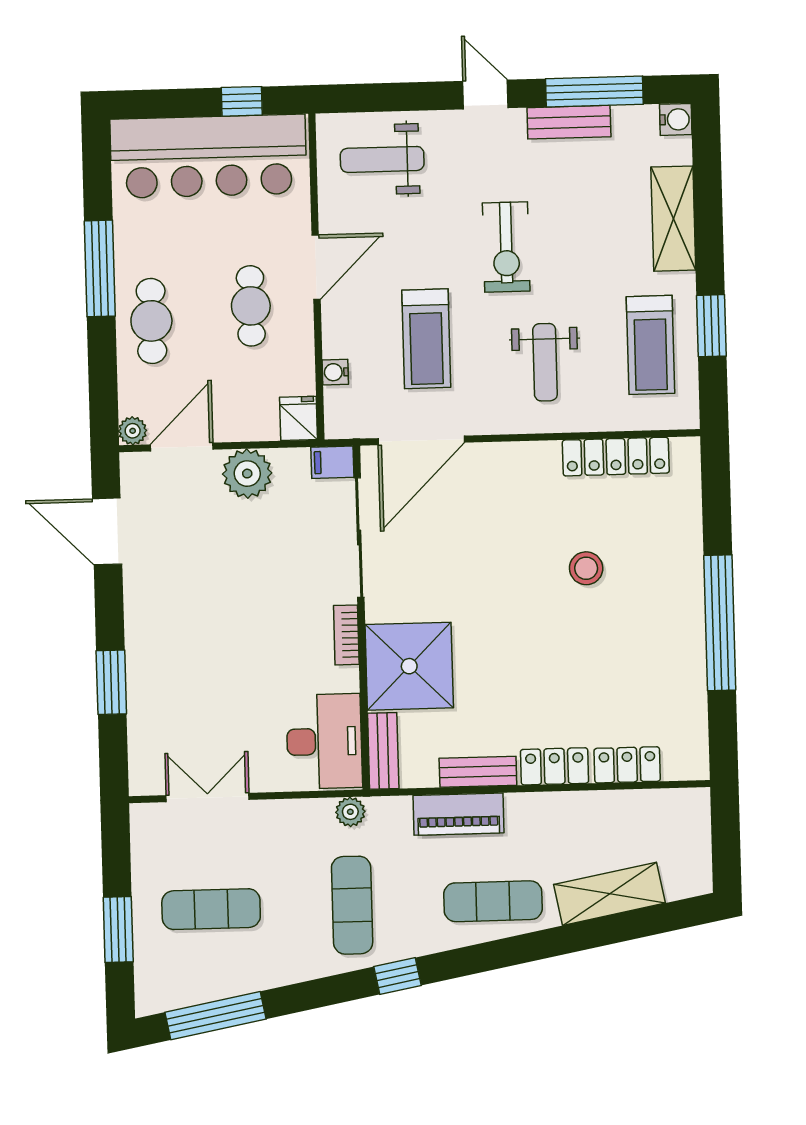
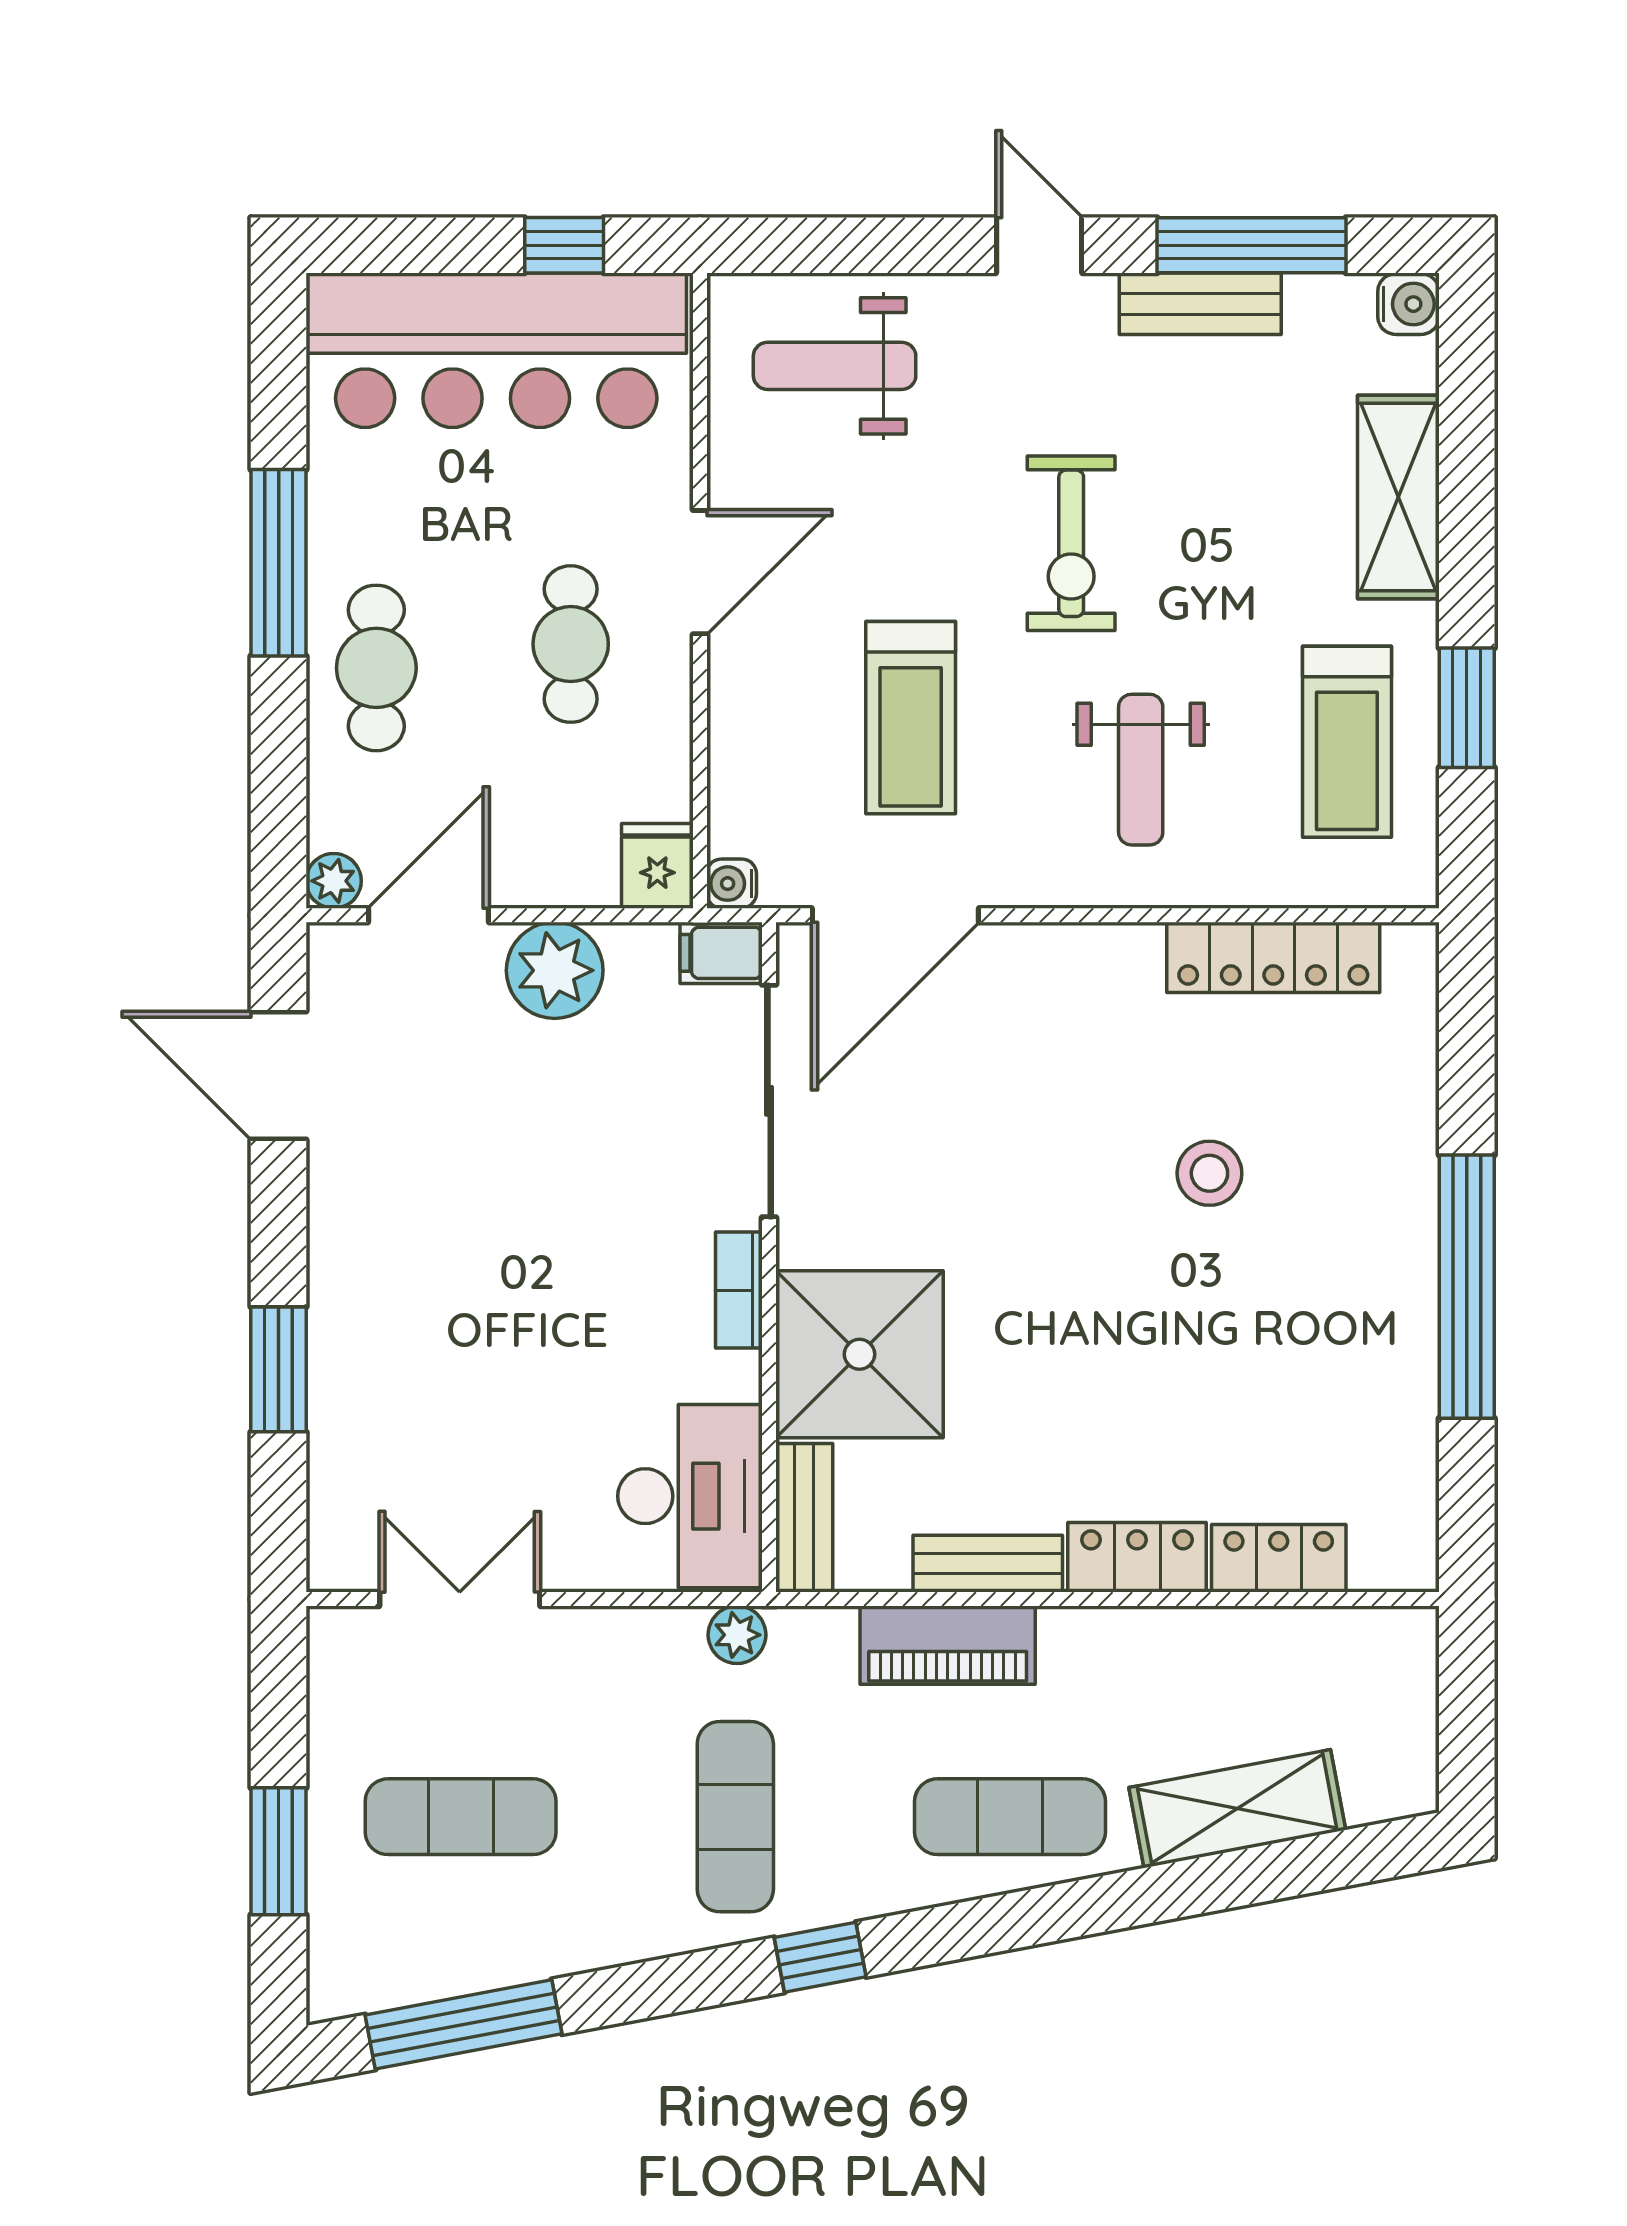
water cooler: (335, 372) -> (732, 884), moved

